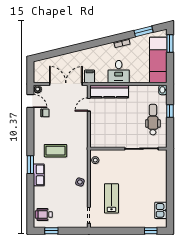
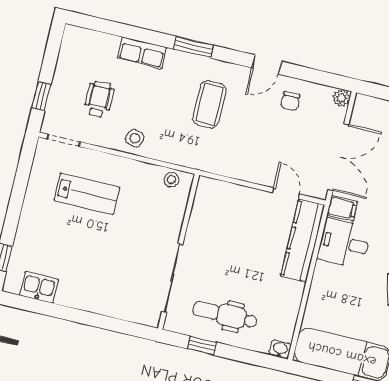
desk: (119, 72) -> (344, 243), moved
door: (30, 101) -> (267, 65), moved
window: (170, 111) -> (202, 346), moved
dental chair: (153, 120) -> (225, 315), turned 180
row of seats: (39, 175) -> (142, 53), moved
wheelchair: (44, 214) -> (99, 99), moved
window: (51, 231) -> (41, 96), moved

